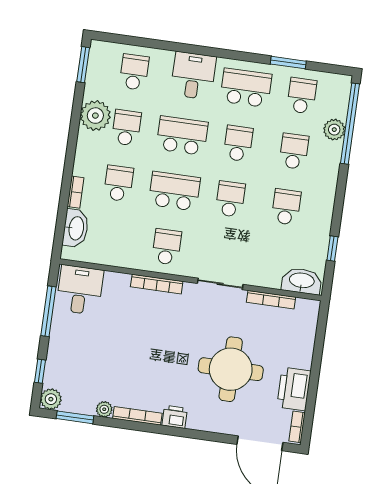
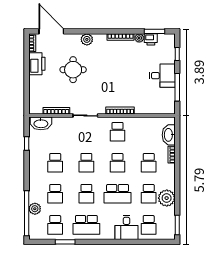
desk: (193, 76) -> (127, 227), moved
school desk: (174, 191) -> (118, 163), width x0.54
desk: (80, 290) -> (162, 76), moved, turned -90
round table: (231, 369) -> (73, 70), width x0.73, depth x0.73
plant: (51, 399) -> (87, 39), moved
printer: (175, 417) -> (151, 39), moved

